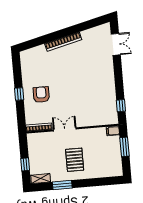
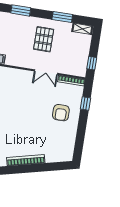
window: (19, 94) -> (85, 103), moved
window: (25, 164) -> (92, 63), moved
window: (103, 182) -> (21, 10), added

